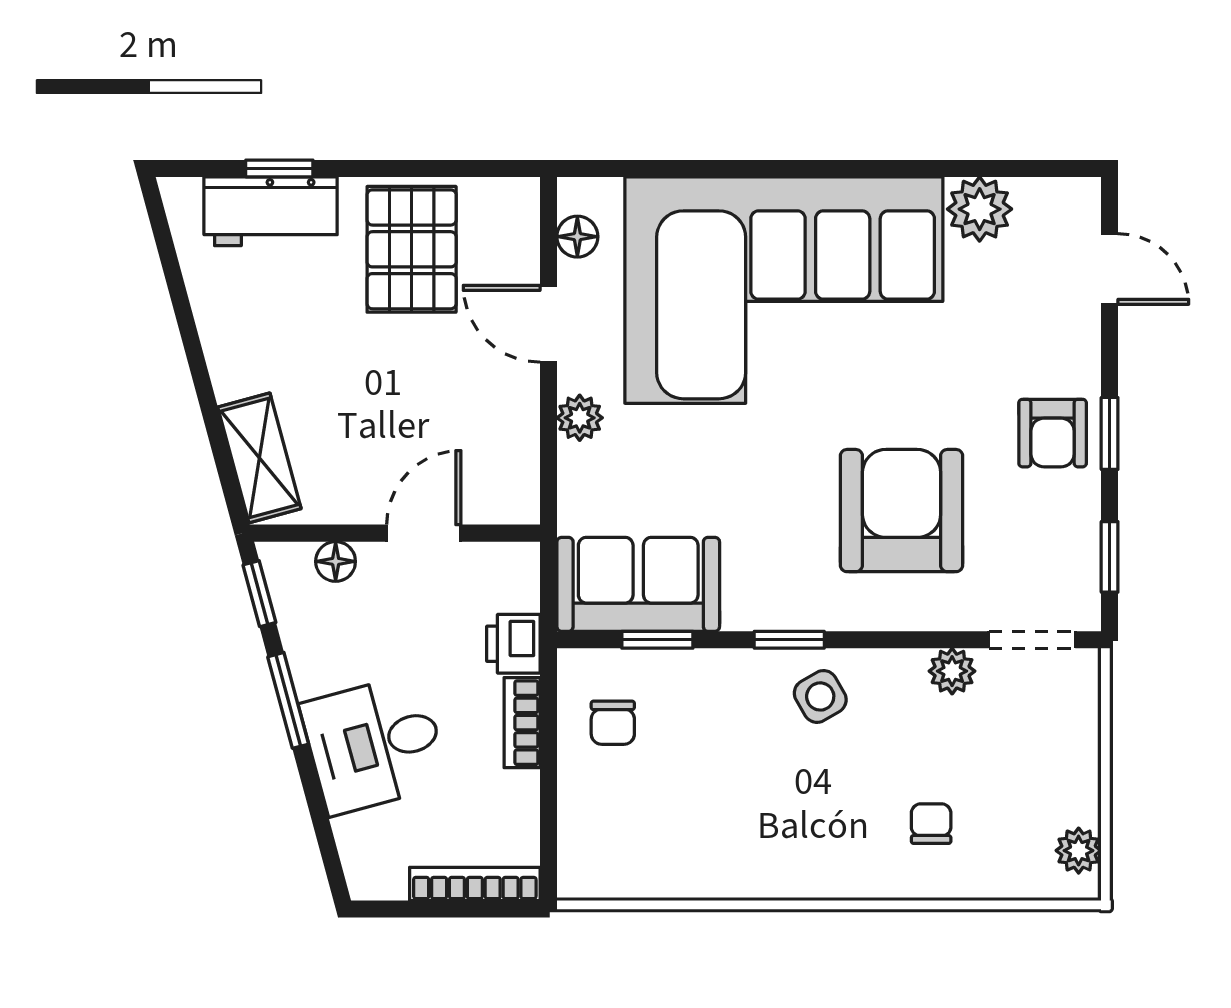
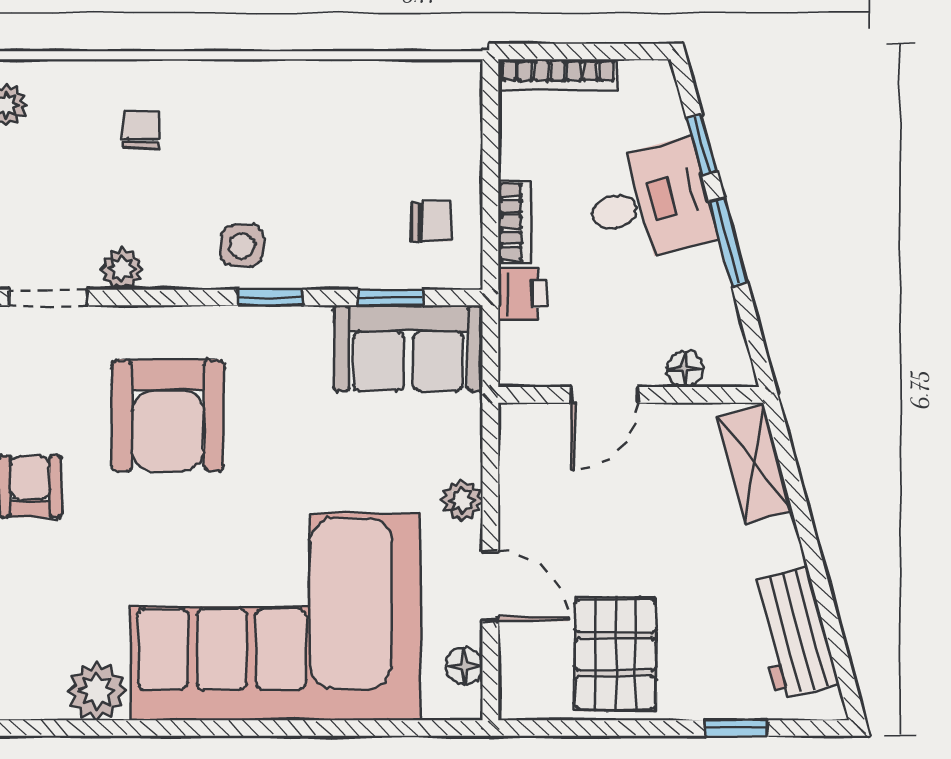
workbench: (271, 211) -> (793, 633), moved, turned -105
window: (259, 594) -> (702, 145), moved
side table: (820, 696) -> (242, 246), turned 34
chair: (613, 723) -> (432, 222), turned 90
chair: (931, 824) -> (141, 130), turned 180

